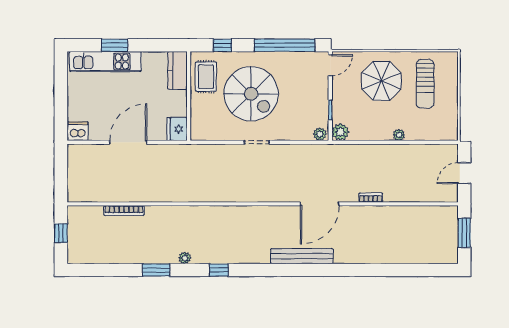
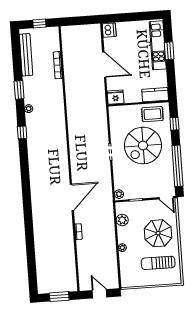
plant: (340, 132) -> (122, 220), moved
door: (320, 204) -> (72, 197), swing flipped
bench: (302, 256) -> (26, 55), moved

